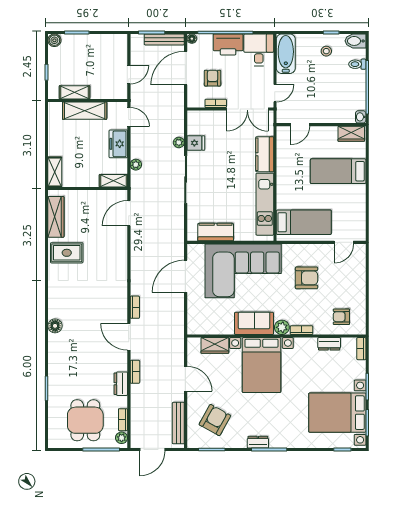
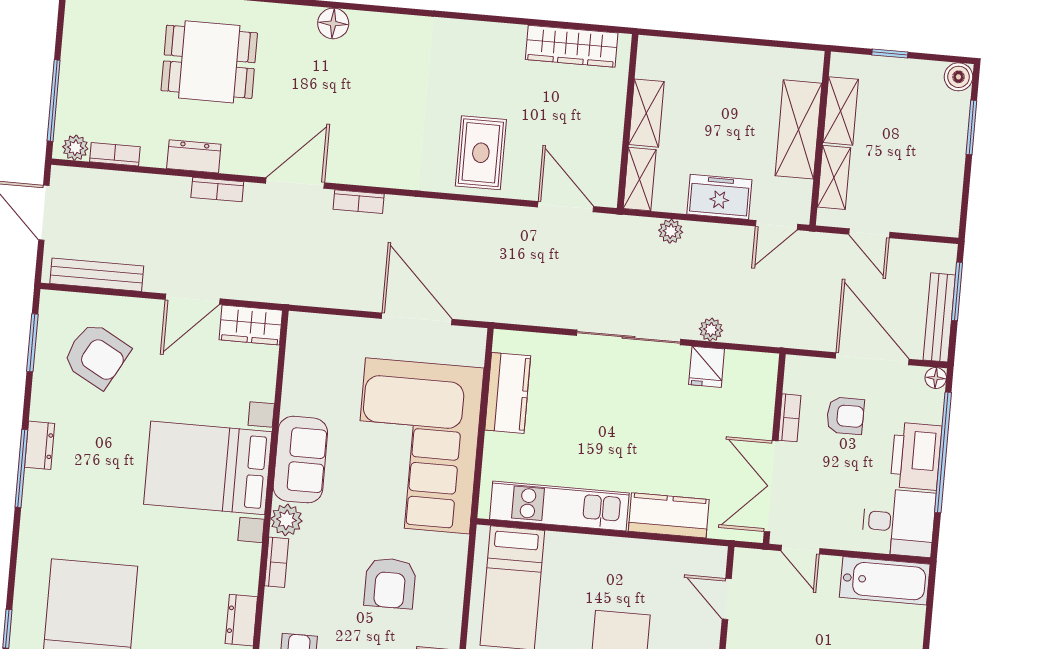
shelving: (105, 93) -> (834, 177), added
shelving: (55, 172) -> (646, 113), moved, turned 90
rug: (67, 253) -> (481, 153), moved
wardrobe: (215, 345) -> (251, 325), moved, turned -90
dining table: (85, 420) -> (209, 62), moved

